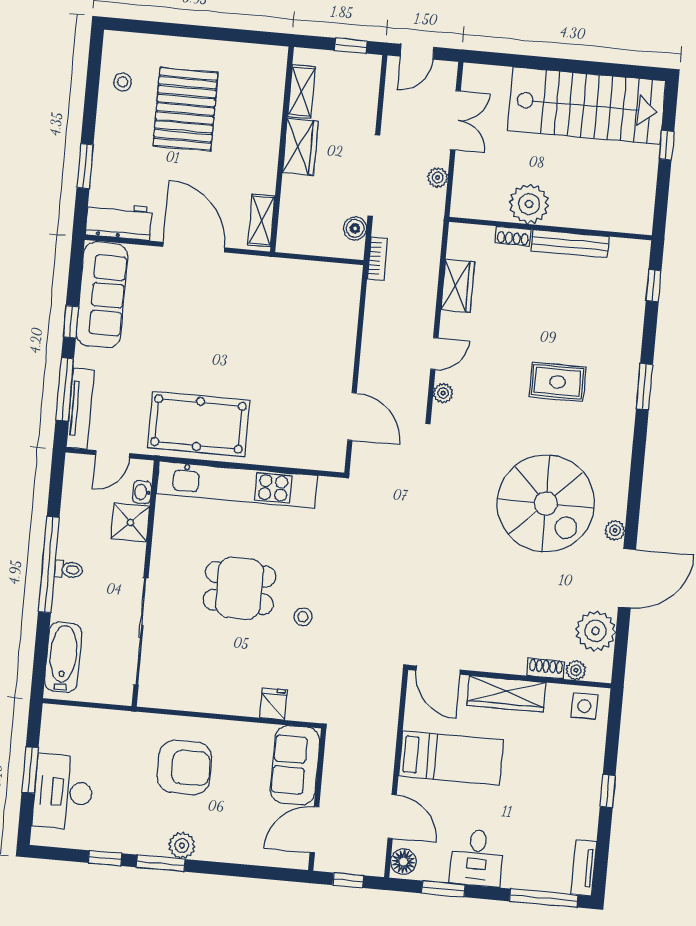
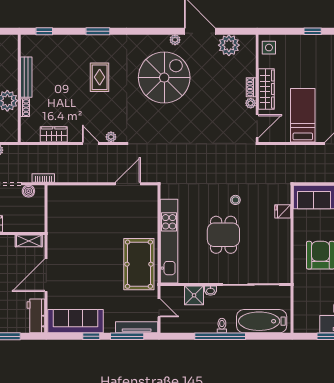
washbasin: (142, 492) -> (210, 291), moved
bathtub: (63, 657) -> (262, 321), width x1.36, depth x1.36
shoe rack: (546, 669) -> (251, 87), moved
plant: (576, 670) -> (251, 103), moved

